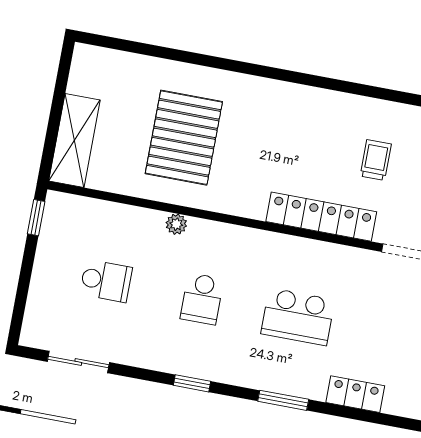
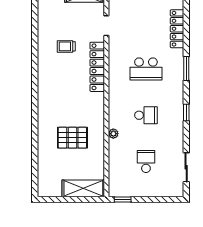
pallet: (184, 138) -> (72, 138), width x0.73, depth x0.71
school desk: (298, 317) -> (146, 69), turned 90
locker: (355, 394) -> (177, 29), width x1.53

